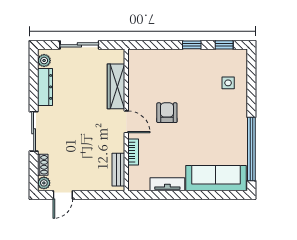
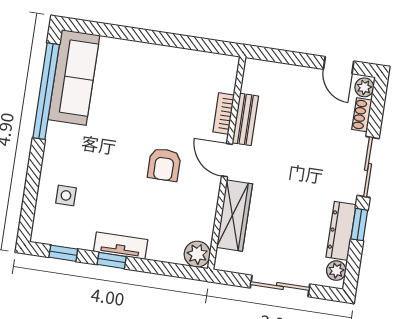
plant: (137, 57) -> (197, 254), added
window: (34, 93) -> (359, 225), added
bench: (118, 170) -> (245, 119), moved
sofa: (216, 178) -> (74, 77), moved, turned -90
tv unit: (167, 184) -> (121, 246), moved, turned 180
door: (63, 195) -> (339, 65), swing flipped

